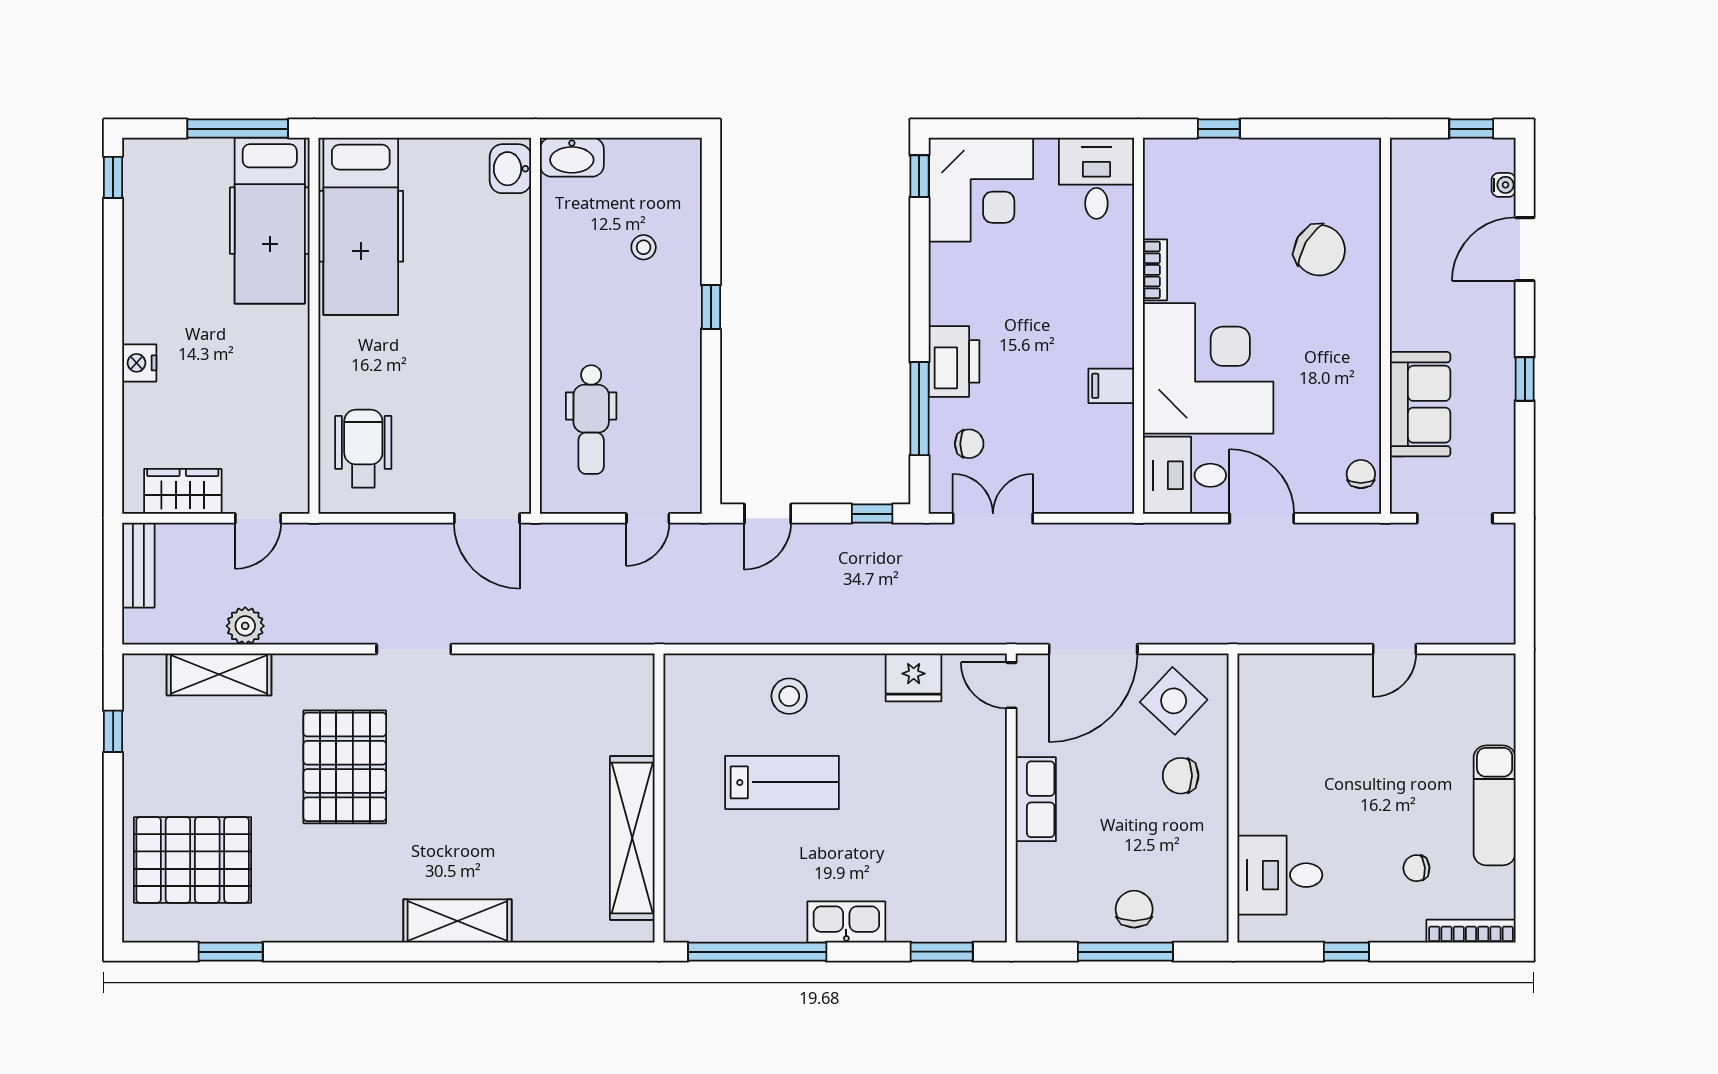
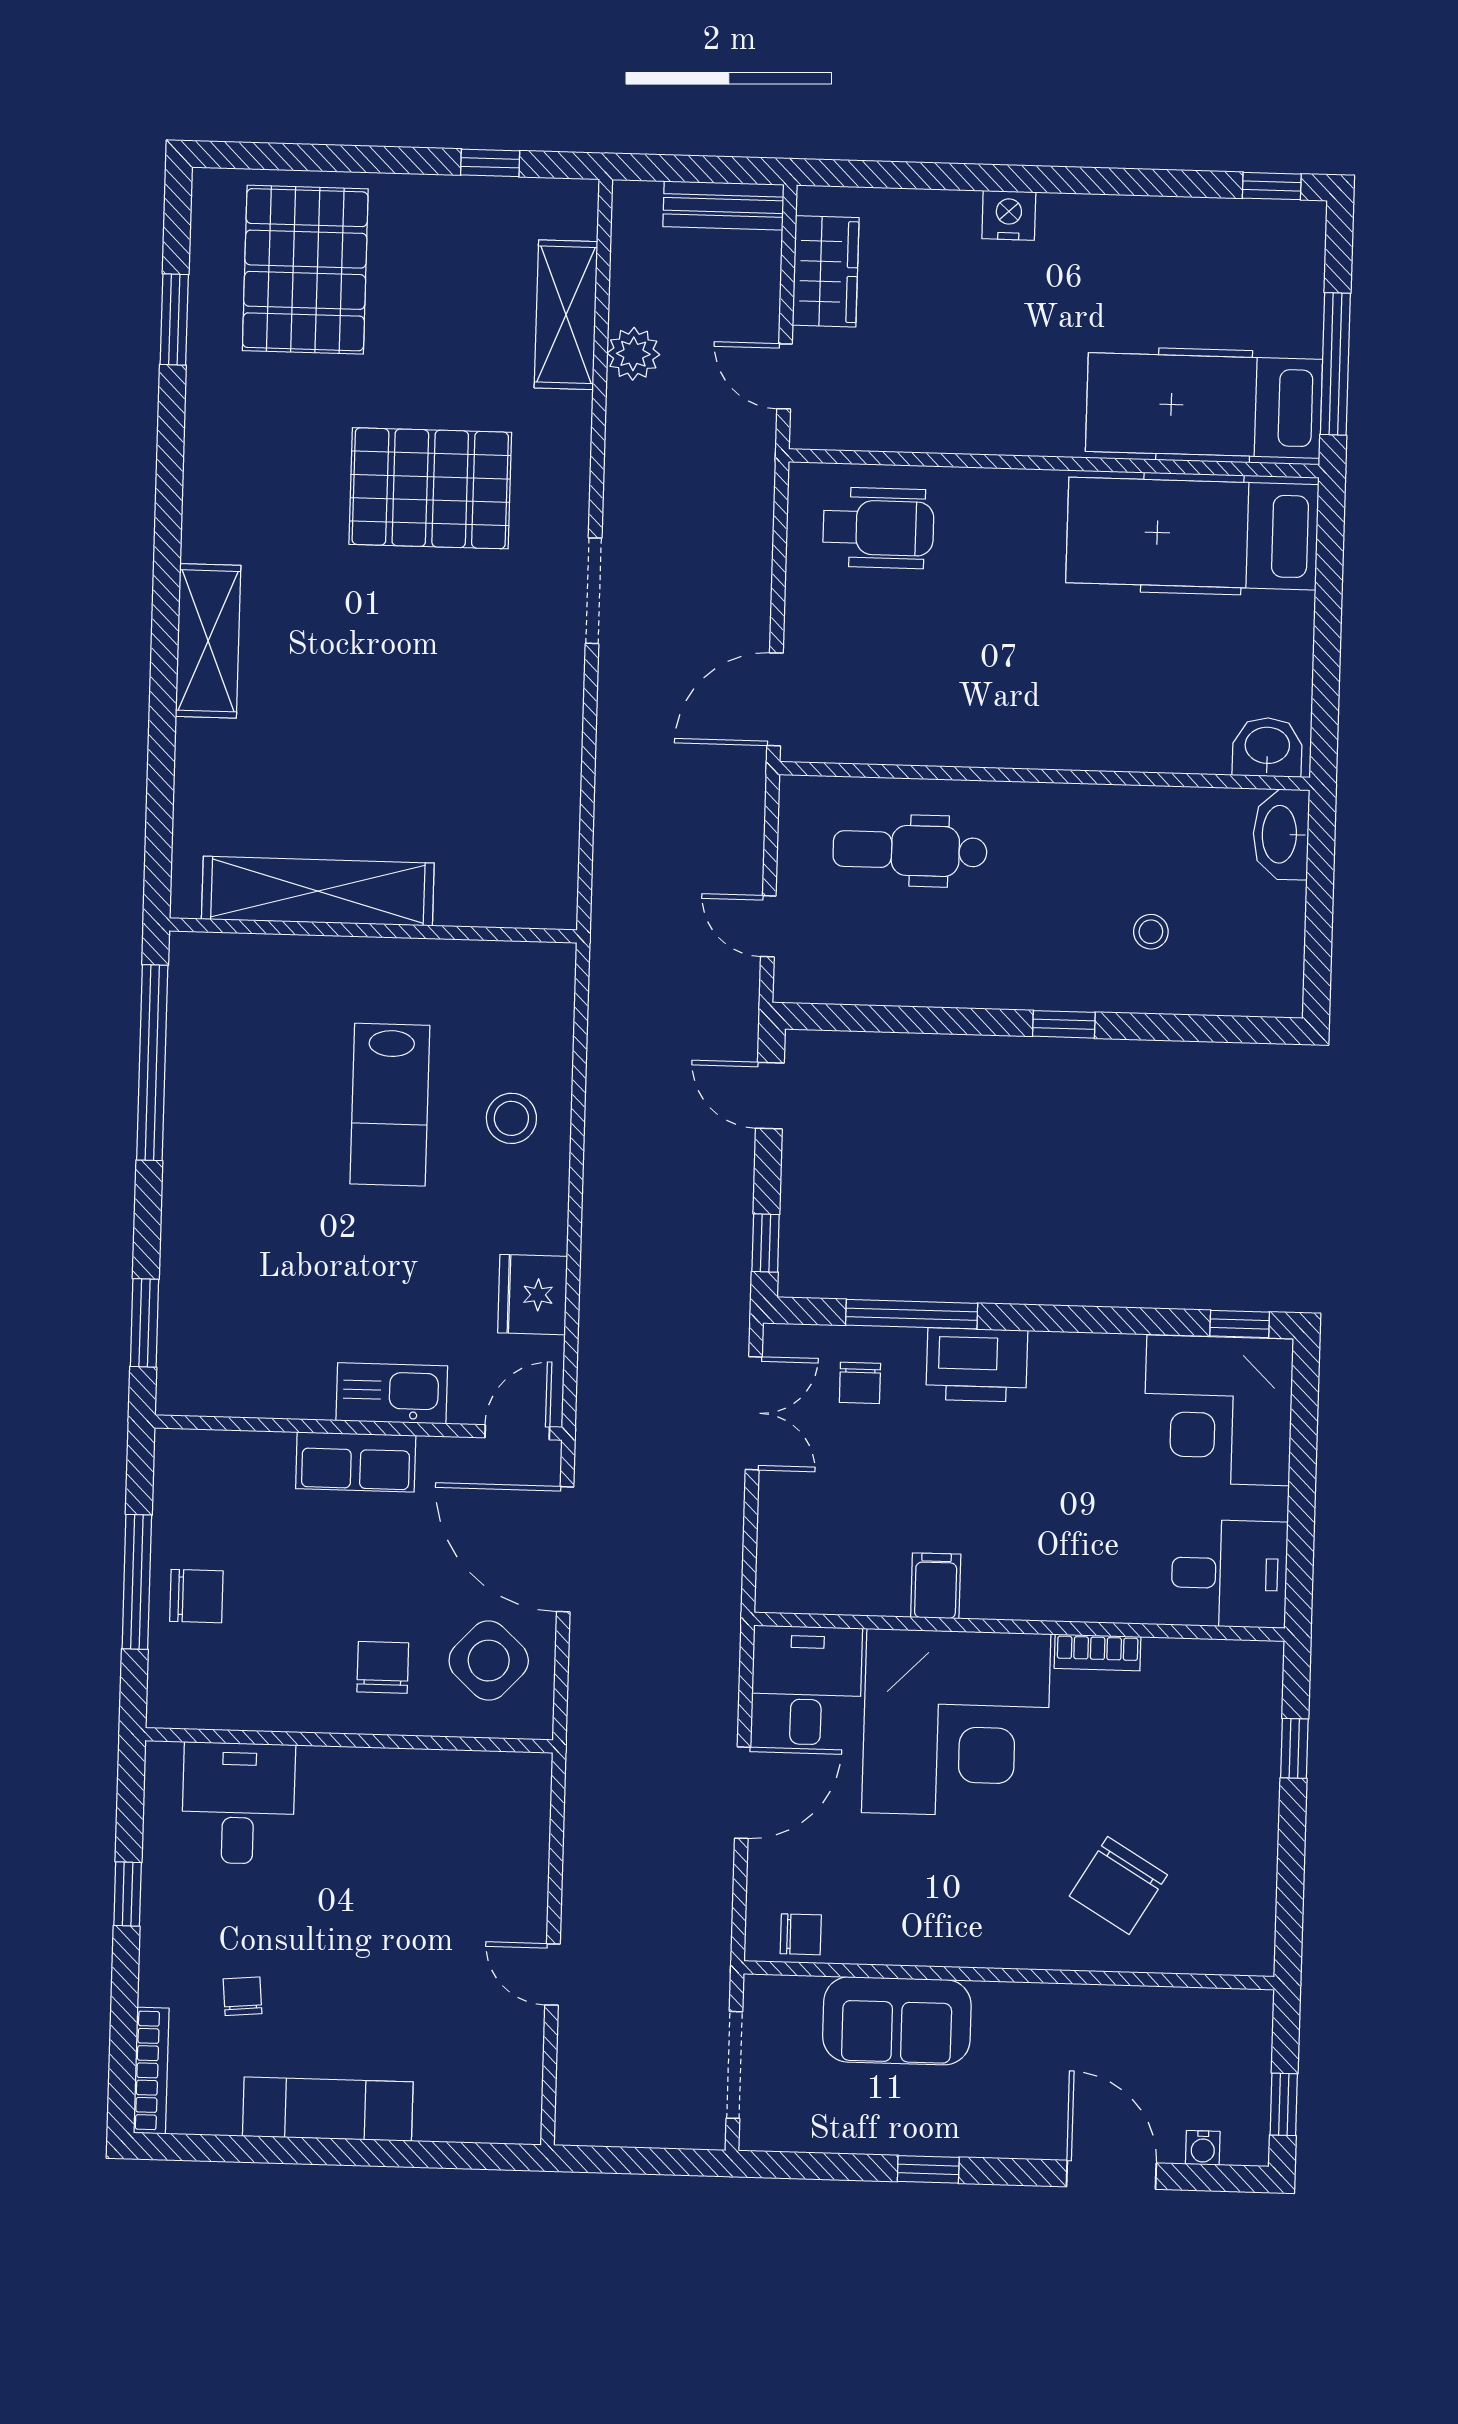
kitchen sink: (846, 922) -> (392, 1393), moved, turned -90

